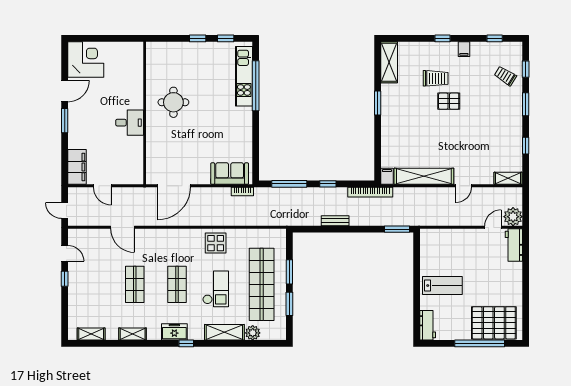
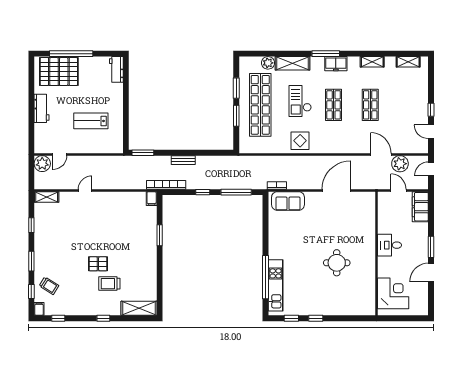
filing cabinet: (464, 49) -> (39, 309), moved
corner desk: (86, 60) -> (393, 293), moved, turned 180
shelving: (389, 62) -> (139, 308), moved, turned 90
window: (378, 103) -> (160, 235), moved
wall: (145, 113) -> (376, 253), moved
desk: (130, 123) -> (389, 245), moved
shelving: (424, 176) -> (120, 199), removed
door: (65, 211) -> (431, 169), swing flipped
plant: (101, 217) -> (400, 164), added
bench: (335, 221) -> (183, 160), moved
workbench: (514, 245) -> (41, 108), moved
lab bench: (442, 286) -> (91, 121), moved
window: (186, 343) -> (326, 54), width x2.17

